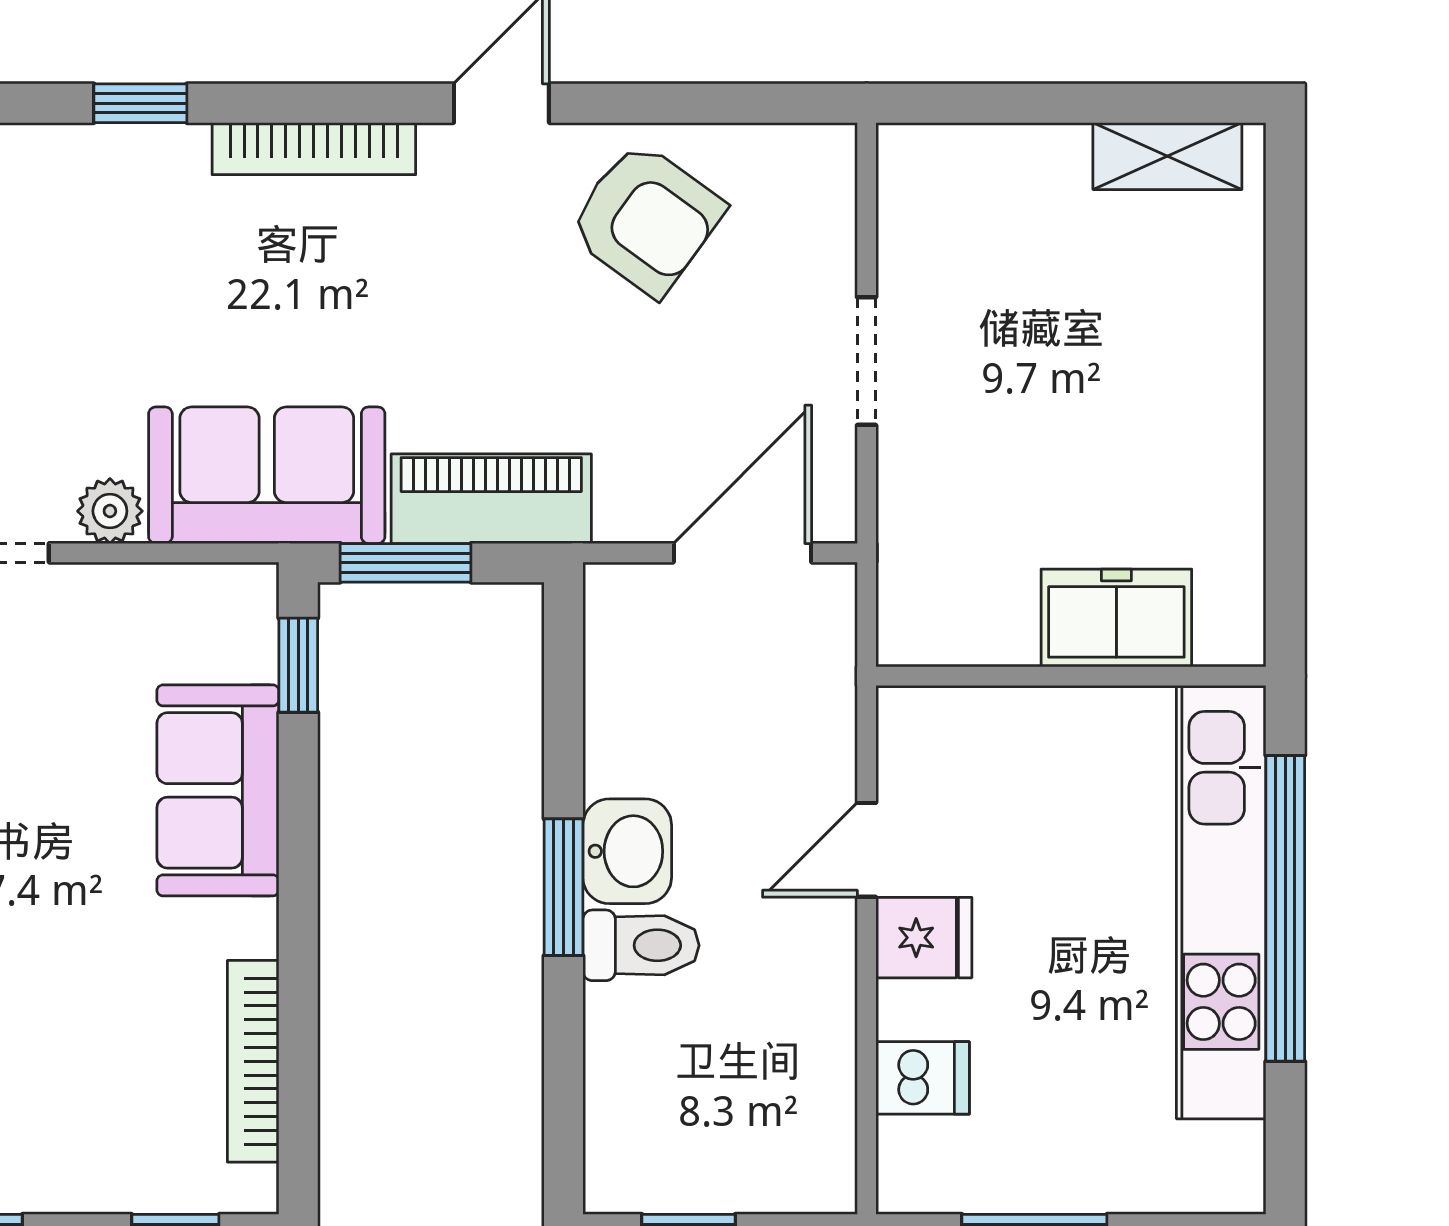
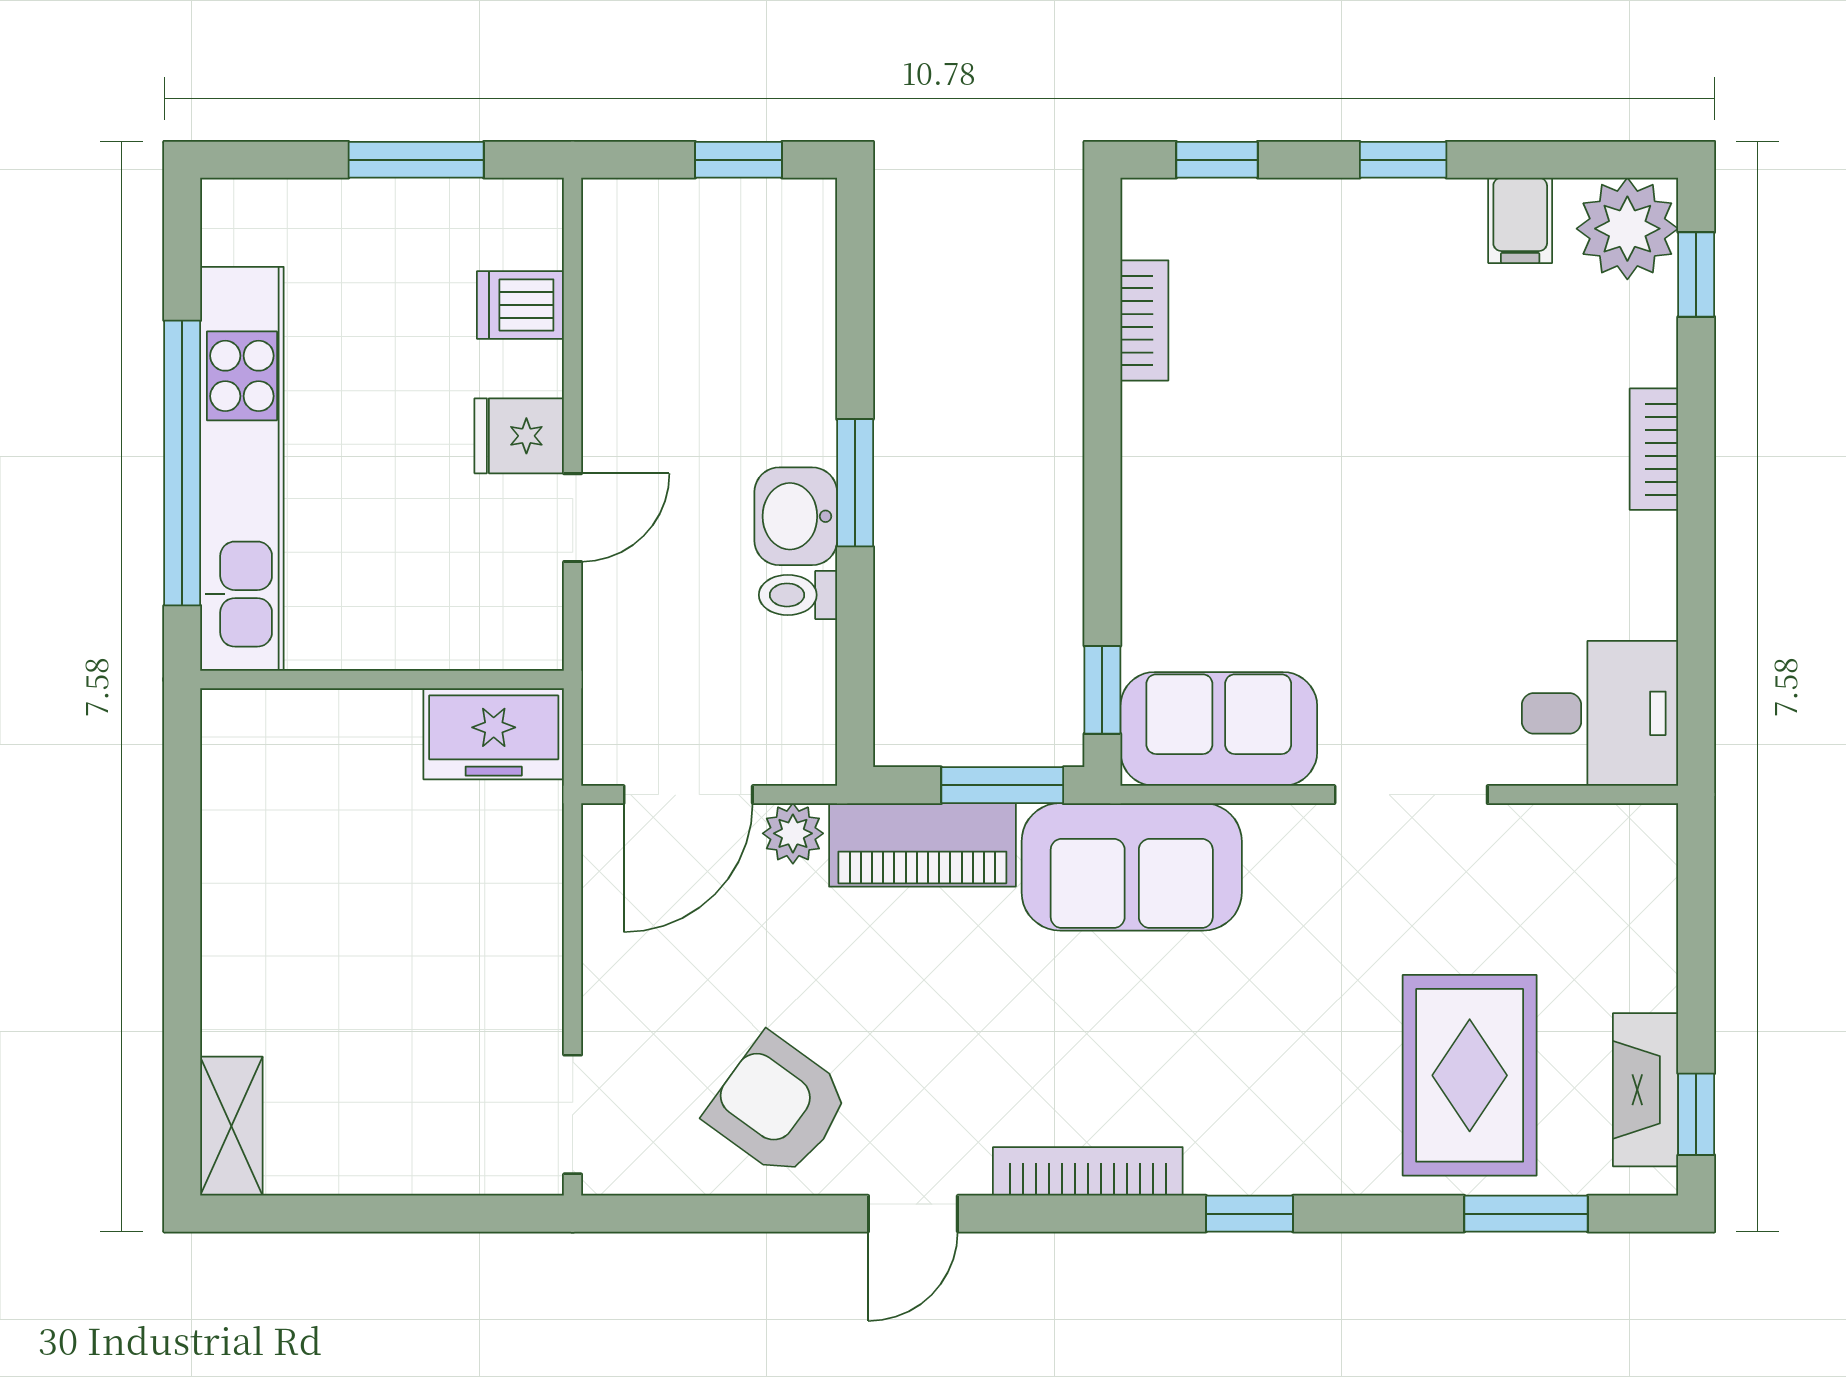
shelving: (1167, 156) -> (231, 1126), moved, turned 90
doorway: (867, 361) -> (573, 1114), moved
plant: (110, 511) -> (793, 833), moved
freezer: (1116, 618) -> (494, 734), moved
sofa: (218, 790) -> (1219, 729), moved, turned -90
toilet: (641, 945) -> (798, 595), moved, width x0.73, depth x0.72
bookcase: (253, 1061) -> (1144, 320), width x0.64

